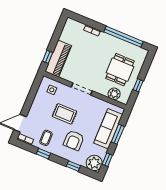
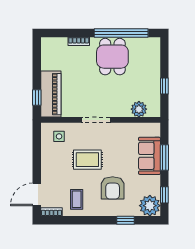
dining table: (120, 70) -> (112, 57), moved
sofa: (108, 129) -> (149, 156), width x0.73
window: (43, 154) -> (82, 220), removed

